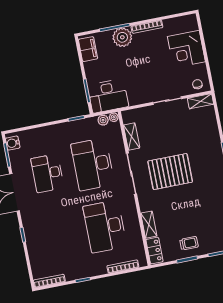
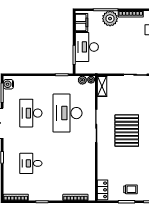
desk: (108, 96) -> (87, 47), moved, turned 90
shelving: (132, 137) -> (102, 86), moved
pallet: (170, 172) -> (127, 131), turned 90
shelving: (149, 225) -> (102, 169), removed
desk: (105, 226) -> (31, 163), moved, width x0.53, depth x0.77

